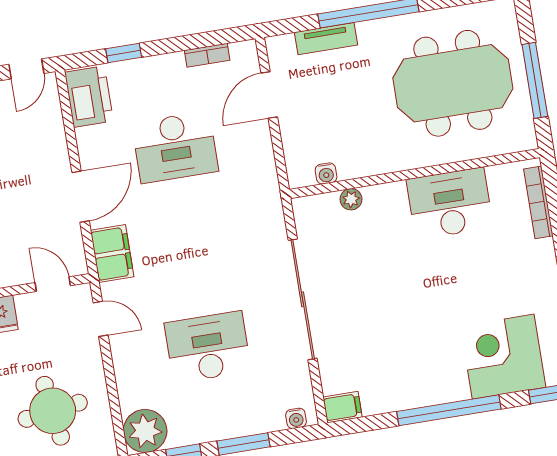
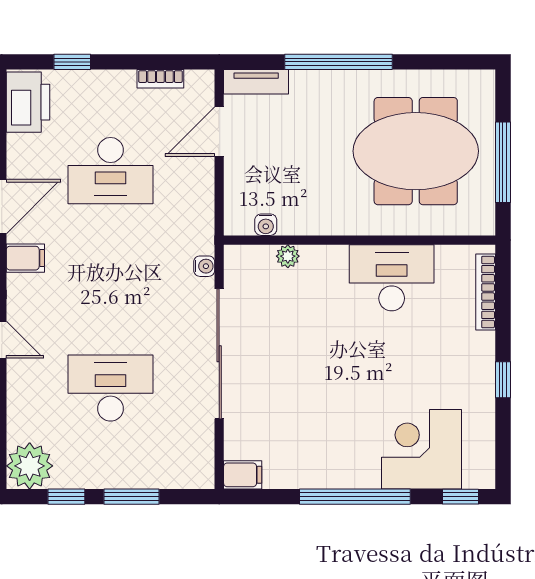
tv unit: (326, 39) -> (256, 82), moved
filing cabinet: (112, 254) -> (25, 258), width x0.50
water cooler: (296, 418) -> (204, 266), moved, turned -90

